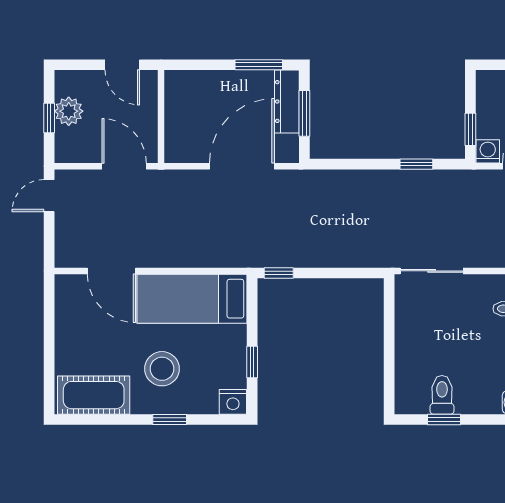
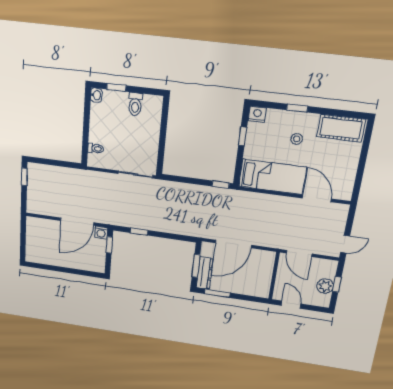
stool: (162, 369) -> (297, 139), width x0.53, depth x0.53
window: (444, 419) -> (116, 87), moved

